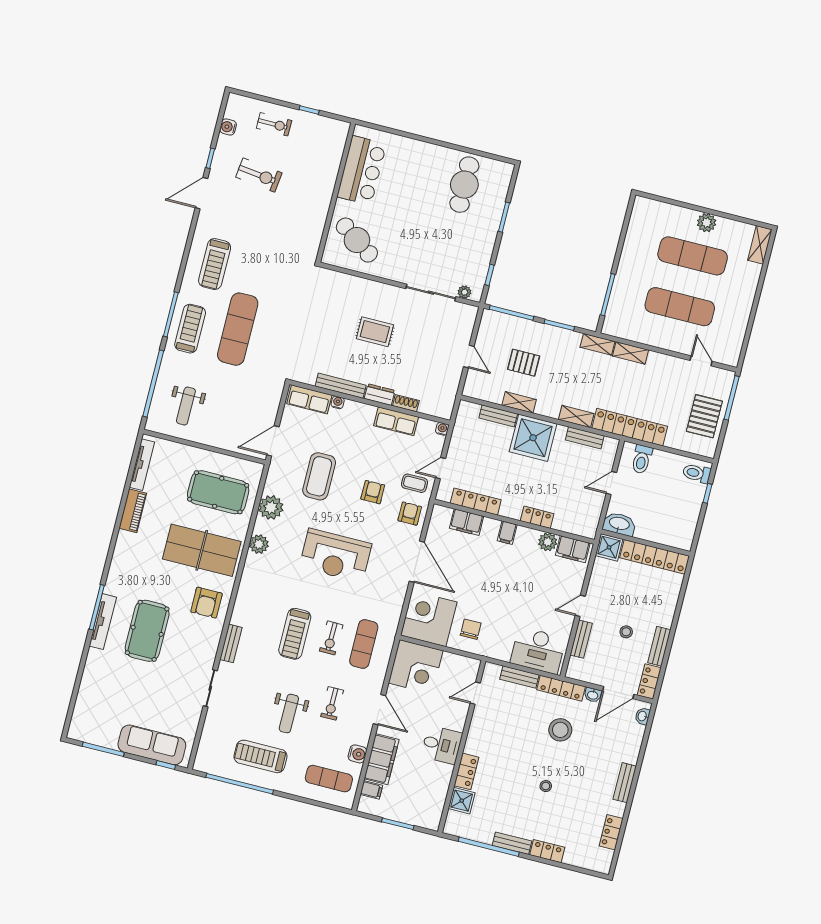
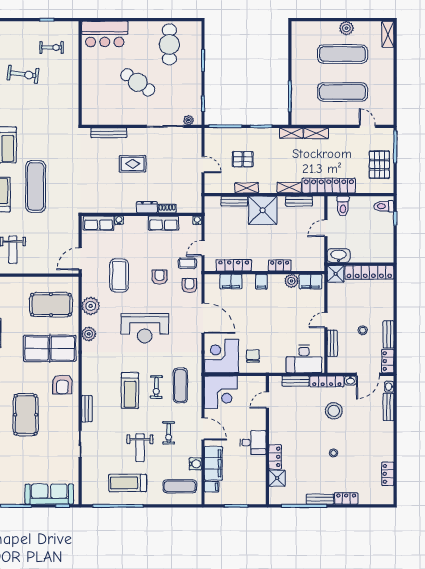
exercise bike: (274, 124) -> (52, 47), moved
bar counter: (362, 170) -> (105, 34), moved, turned 90
cafe table: (357, 240) -> (138, 82), moved
bench: (341, 386) -> (109, 133), moved
bench: (625, 783) -> (388, 407), moved

